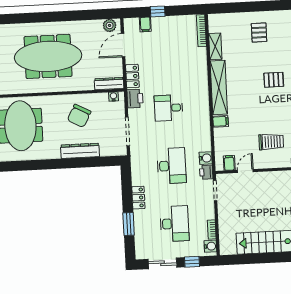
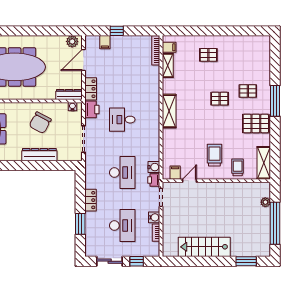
pallet: (259, 33) -> (208, 55), turned 90
shelving: (219, 88) -> (169, 111), width x0.68
filing cabinet: (221, 121) -> (169, 47), moved
trolley: (271, 142) -> (214, 155), turned -90
water cooler: (210, 246) -> (154, 217), moved

